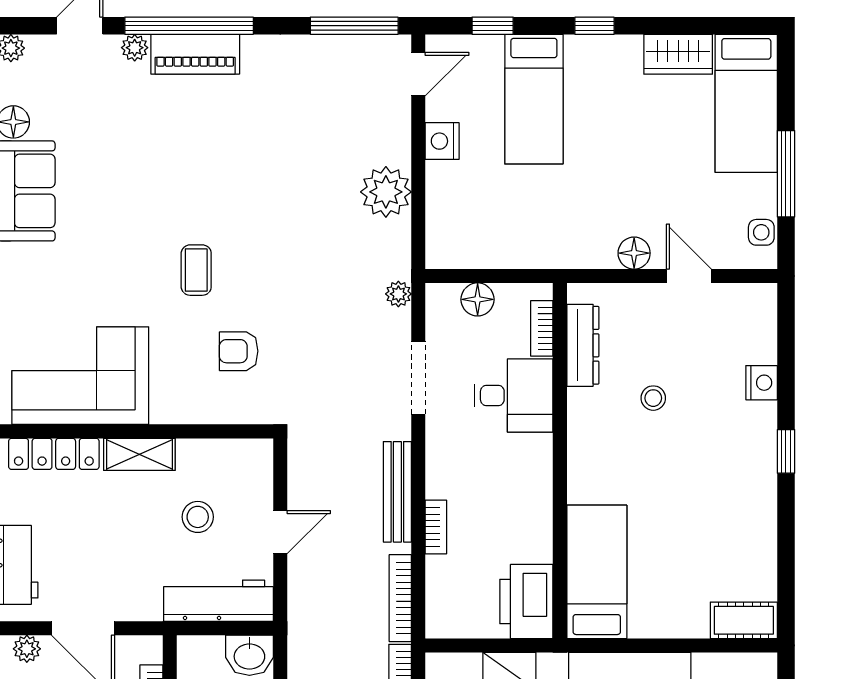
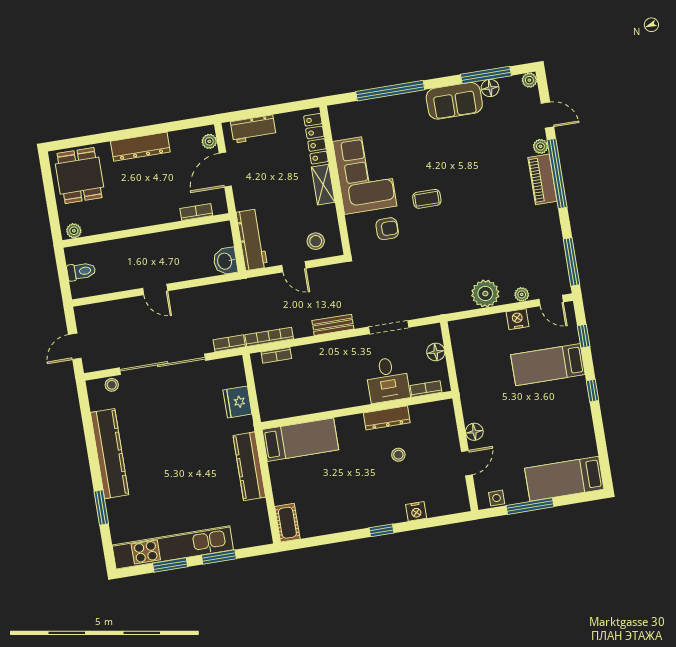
wardrobe: (678, 54) -> (585, 438), removed
plant: (398, 294) -> (522, 294), moved
dresser: (583, 345) -> (387, 418), moved
armchair: (239, 351) -> (387, 229), turned 90
corner sofa: (80, 376) -> (365, 174), moved
bench: (397, 492) -> (333, 325), width x0.73
stool: (198, 517) -> (316, 241), moved
bookcase: (436, 527) -> (276, 355), moved
printer: (526, 601) -> (278, 405), removed

